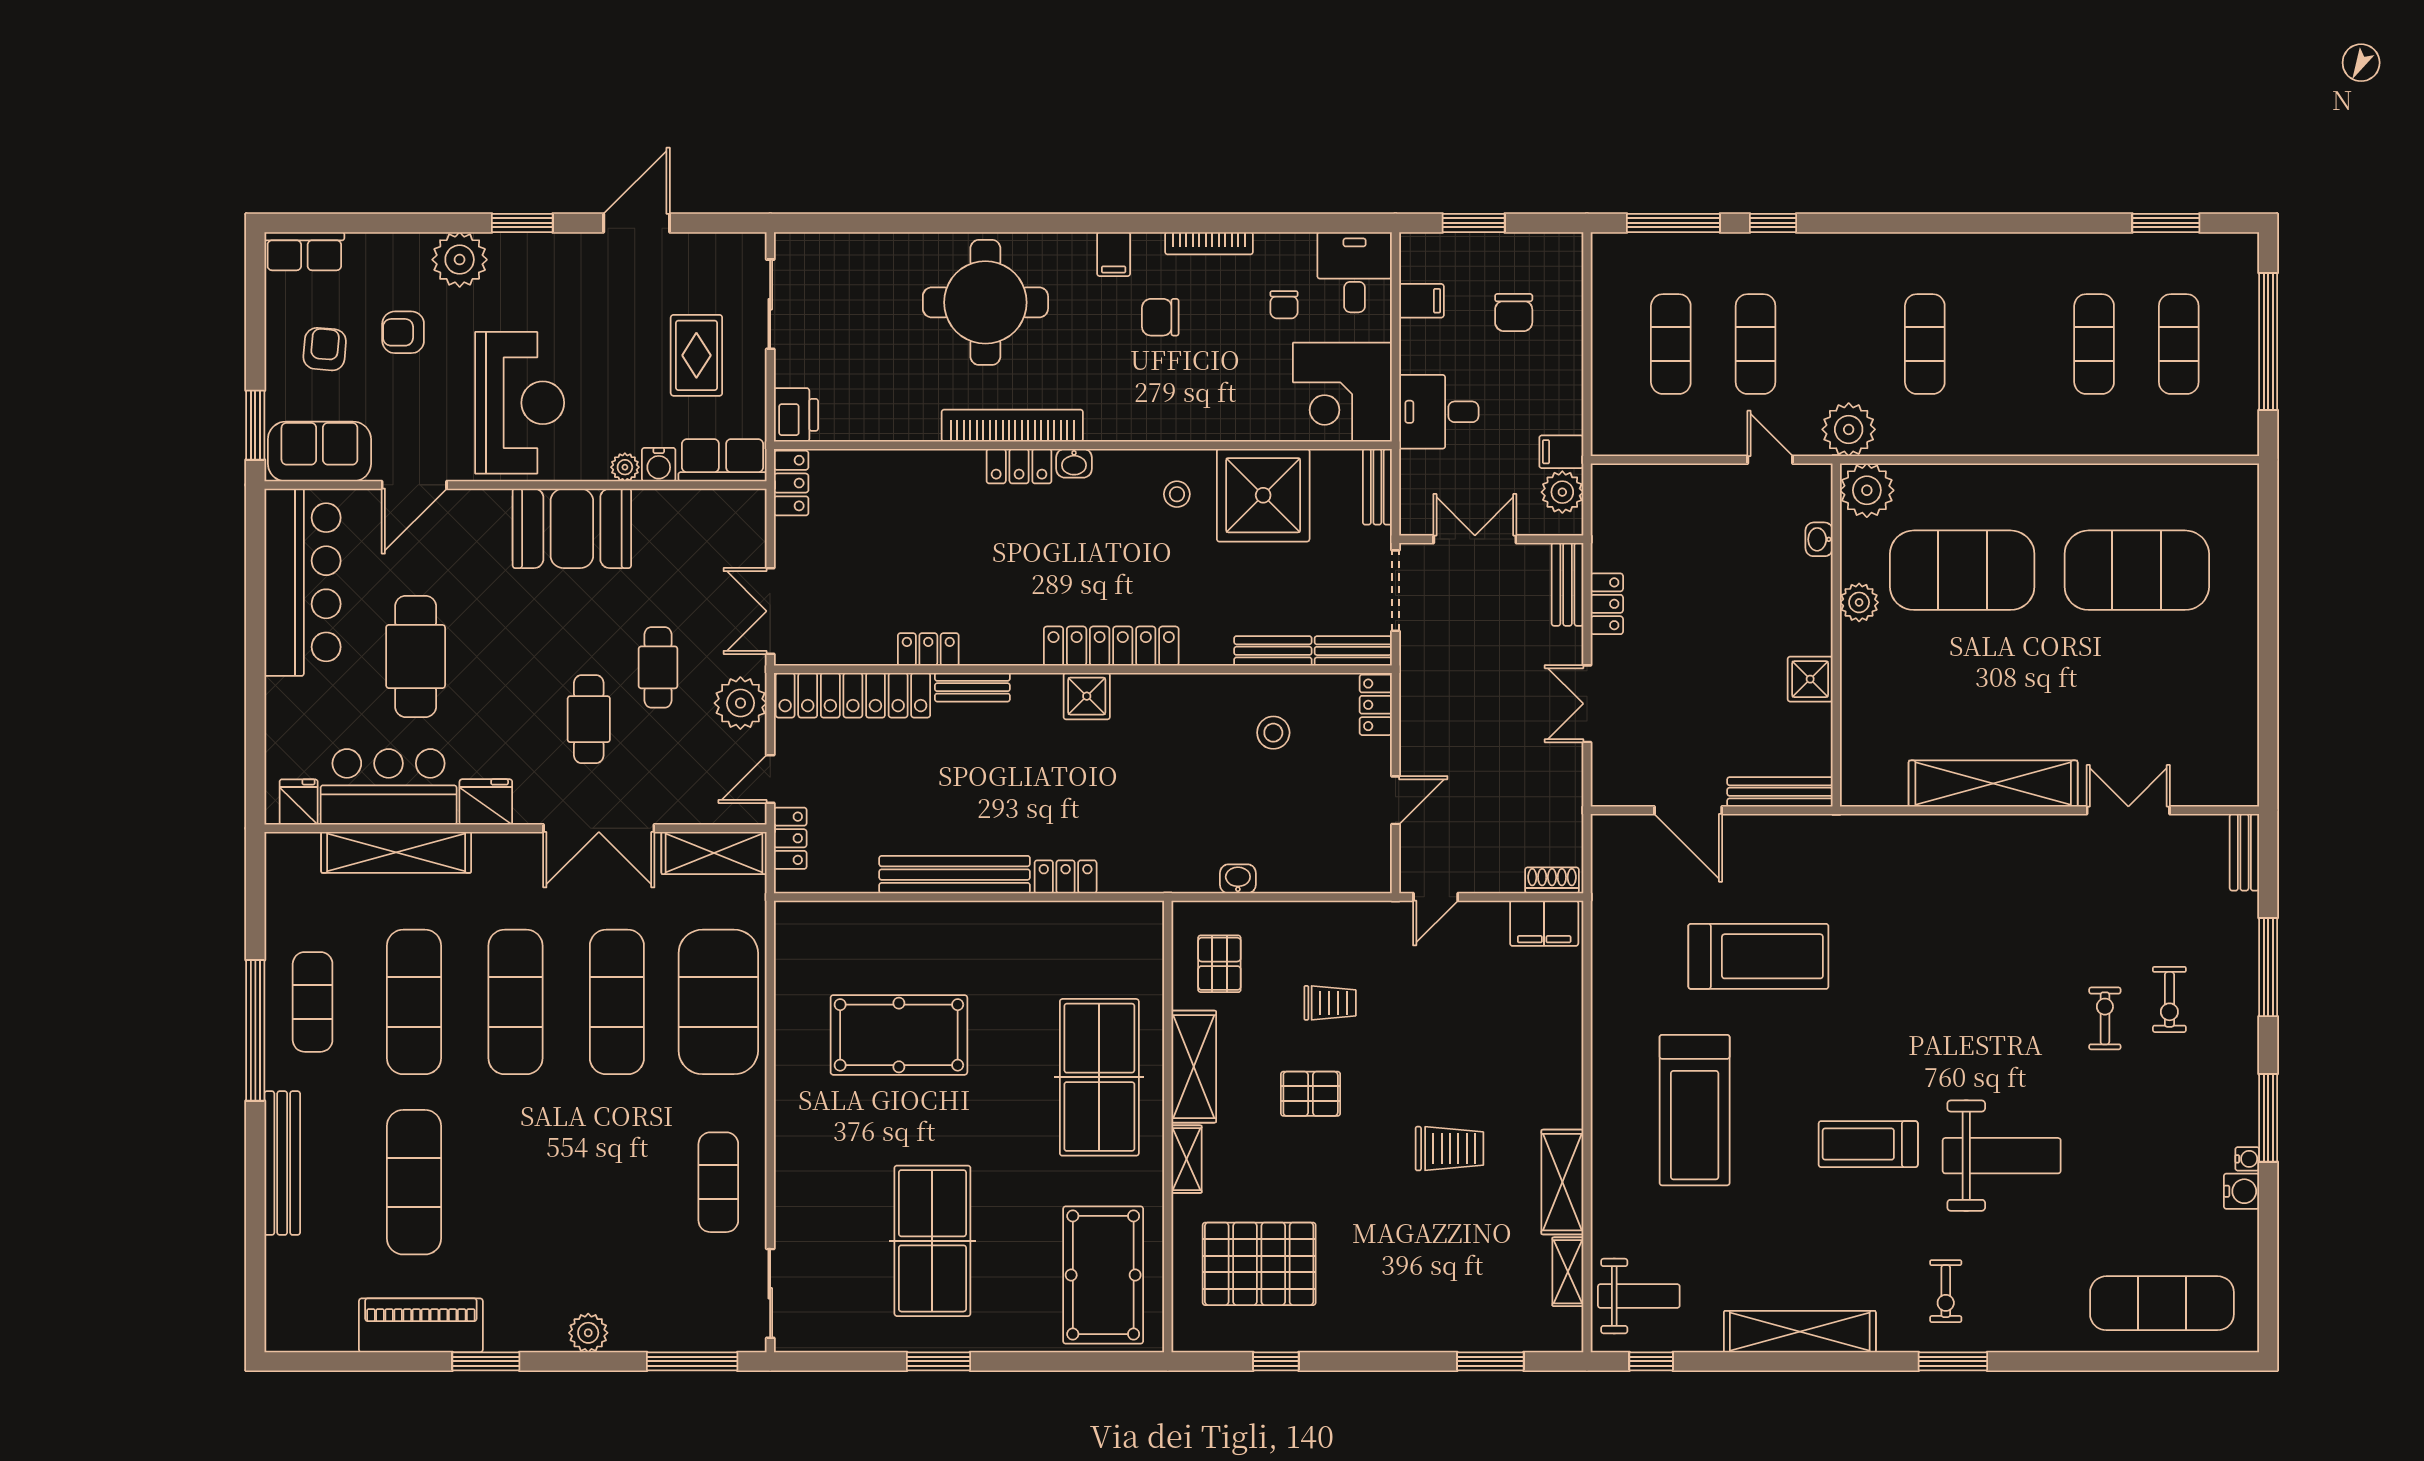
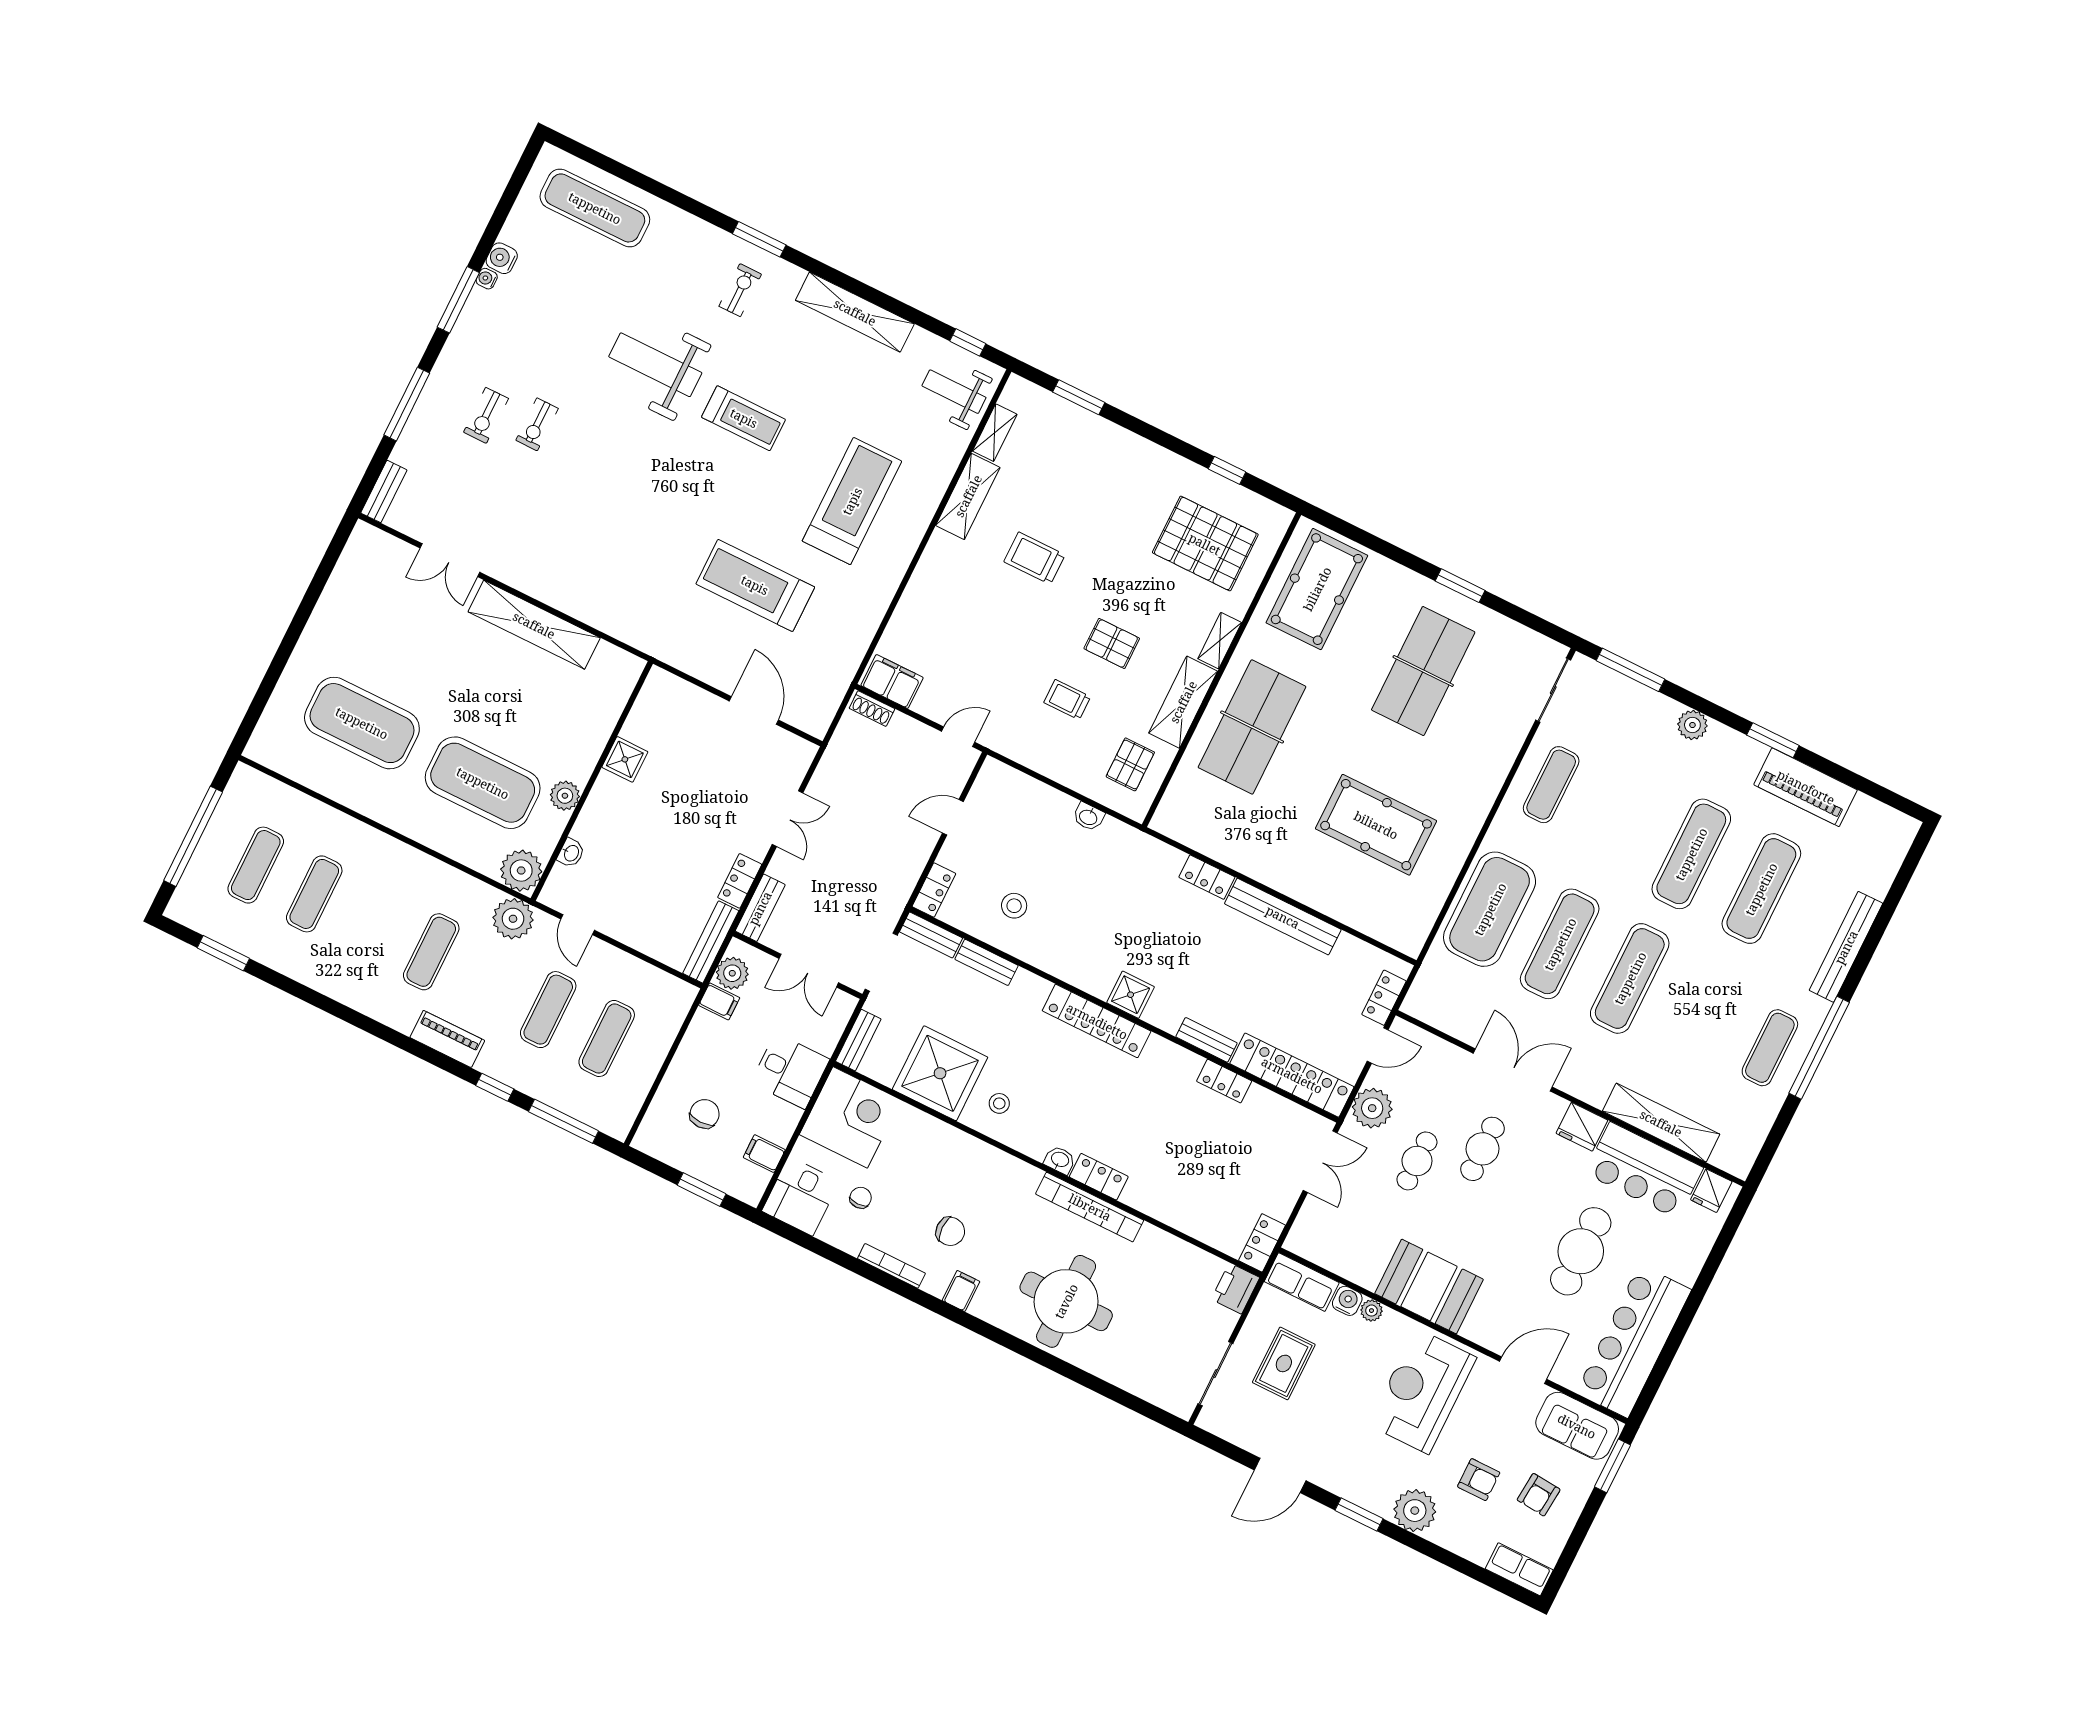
piano: (1856, 252) -> (447, 1039), added
bench: (1780, 792) -> (711, 942), moved, turned 90
shelving: (714, 853) -> (1442, 1014), removed
exercise bike: (2169, 999) -> (486, 415), turned 180
exercise mat: (414, 1002) -> (1691, 854), moved

